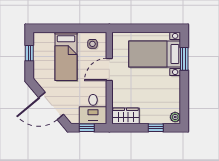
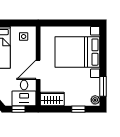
bed with nightstands: (155, 54) -> (77, 52), width x1.36
window: (184, 59) -> (103, 86), moved
door: (109, 70) -> (38, 70), moved

